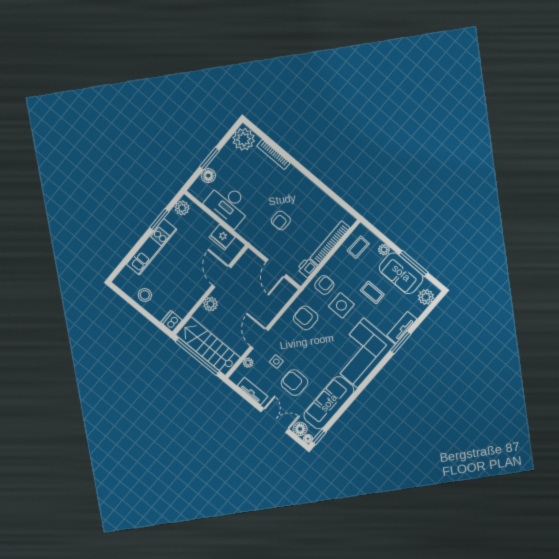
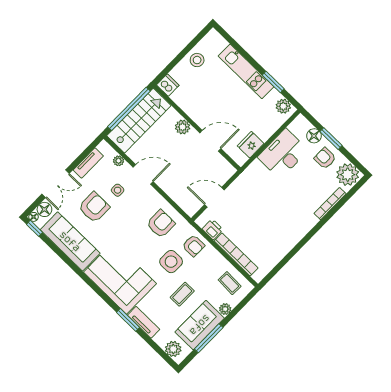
armchair: (281, 220) -> (325, 158), moved

